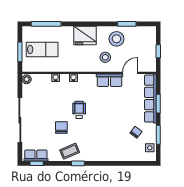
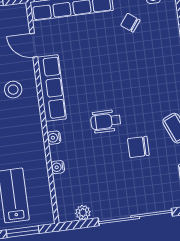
plant: (27, 79) -> (83, 213), moved
row of seats: (109, 80) -> (52, 88), width x1.48

